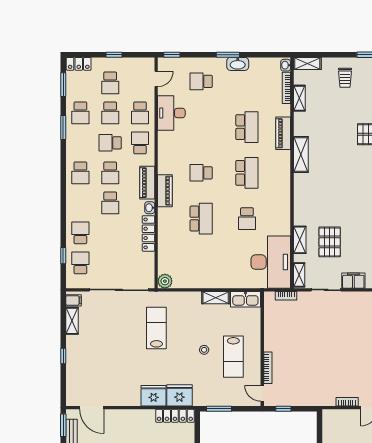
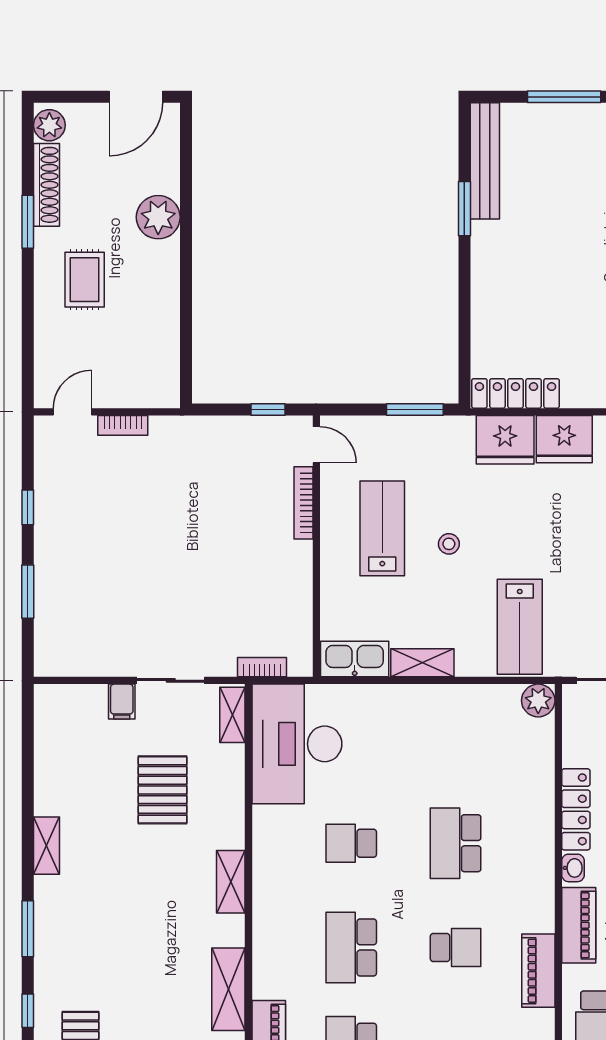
piano: (165, 191) -> (538, 971), moved
school desk: (247, 219) -> (351, 843), turned -90
shelving: (300, 240) -> (231, 882), moved
filing cabinet: (353, 281) -> (122, 702), width x0.50
lab bench: (156, 328) -> (520, 627), moved

